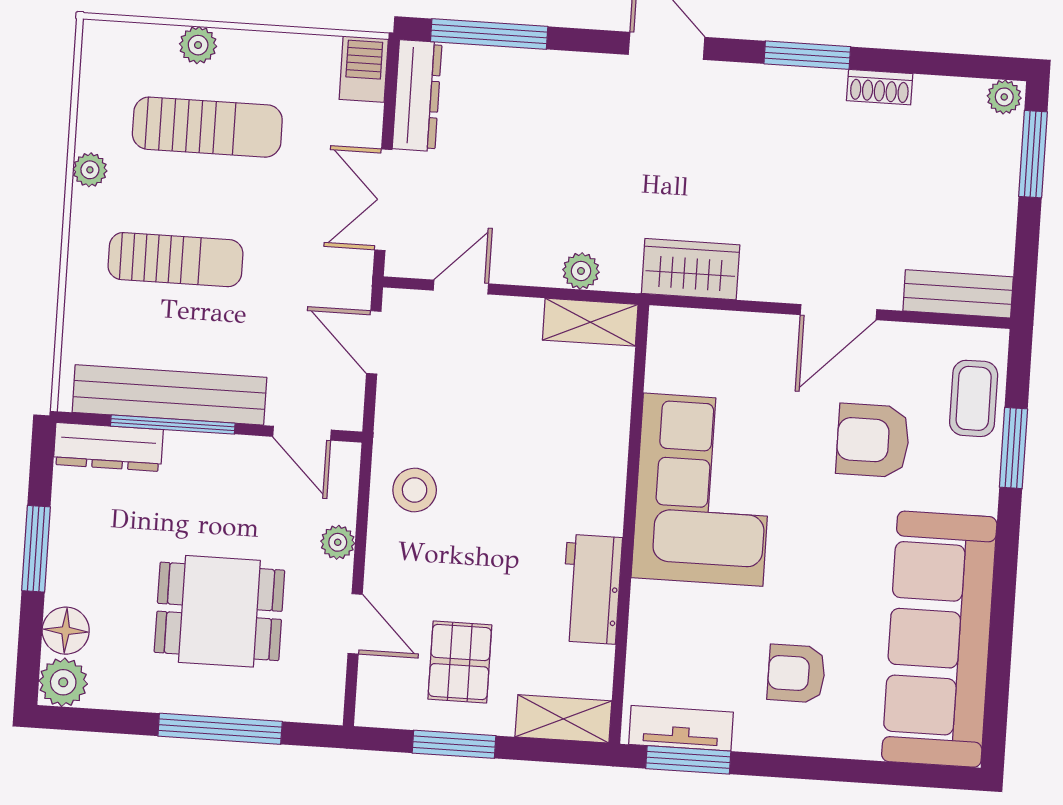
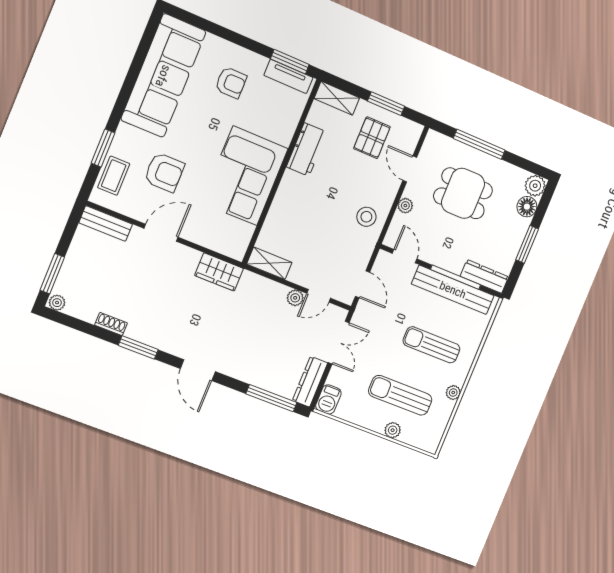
plant: (581, 271) -> (295, 298), moved

